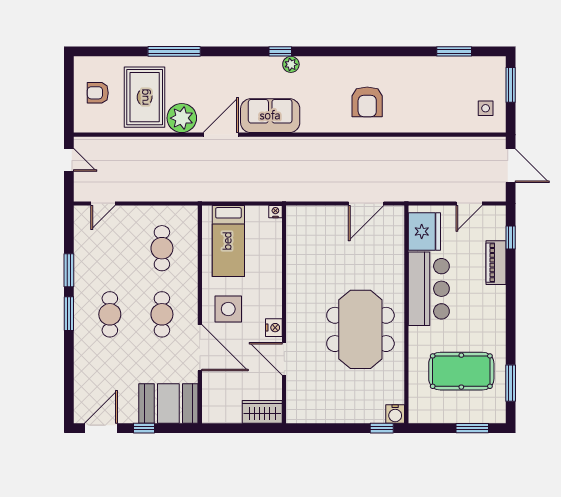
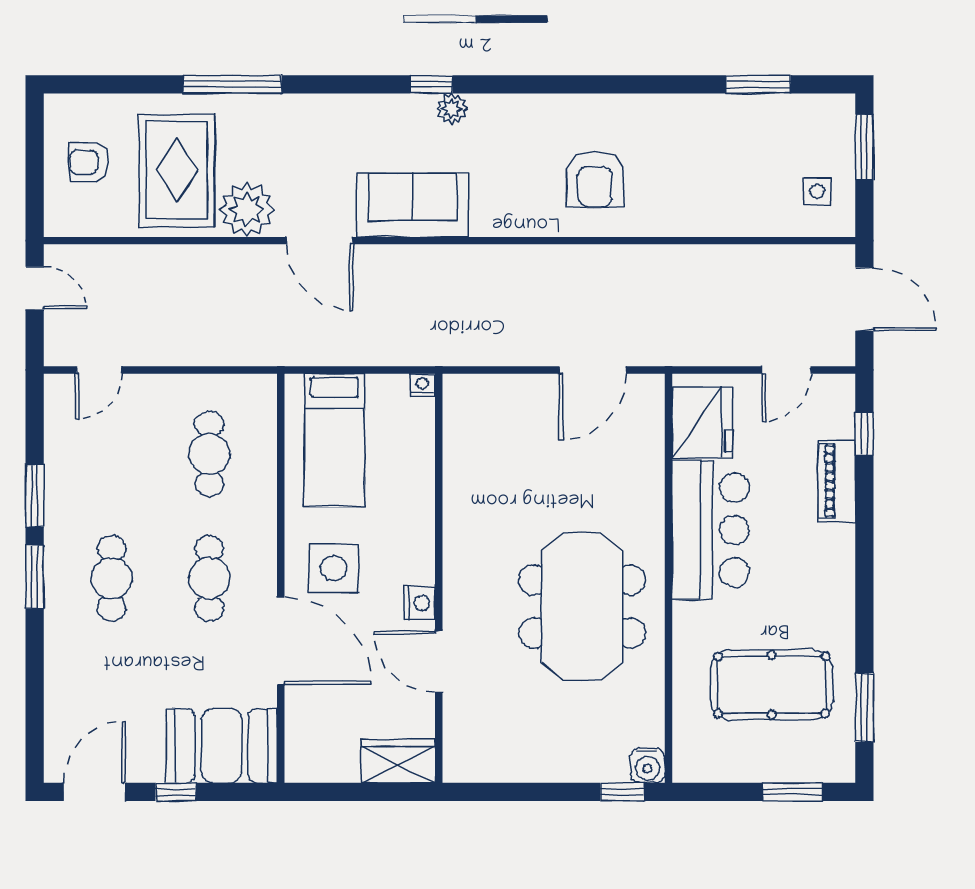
door: (221, 135) -> (320, 241), swing flipped

